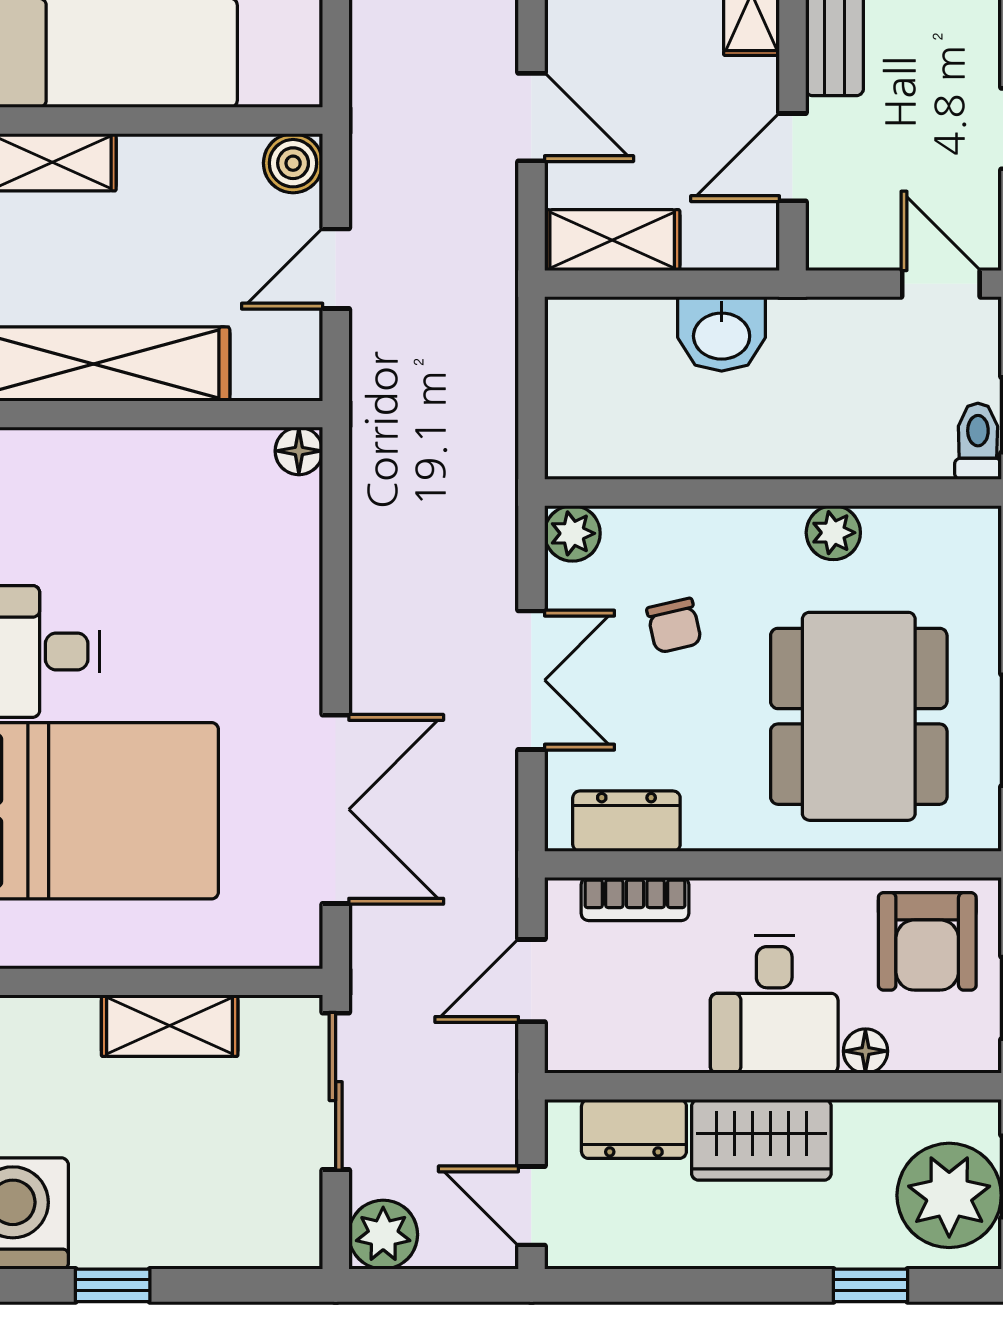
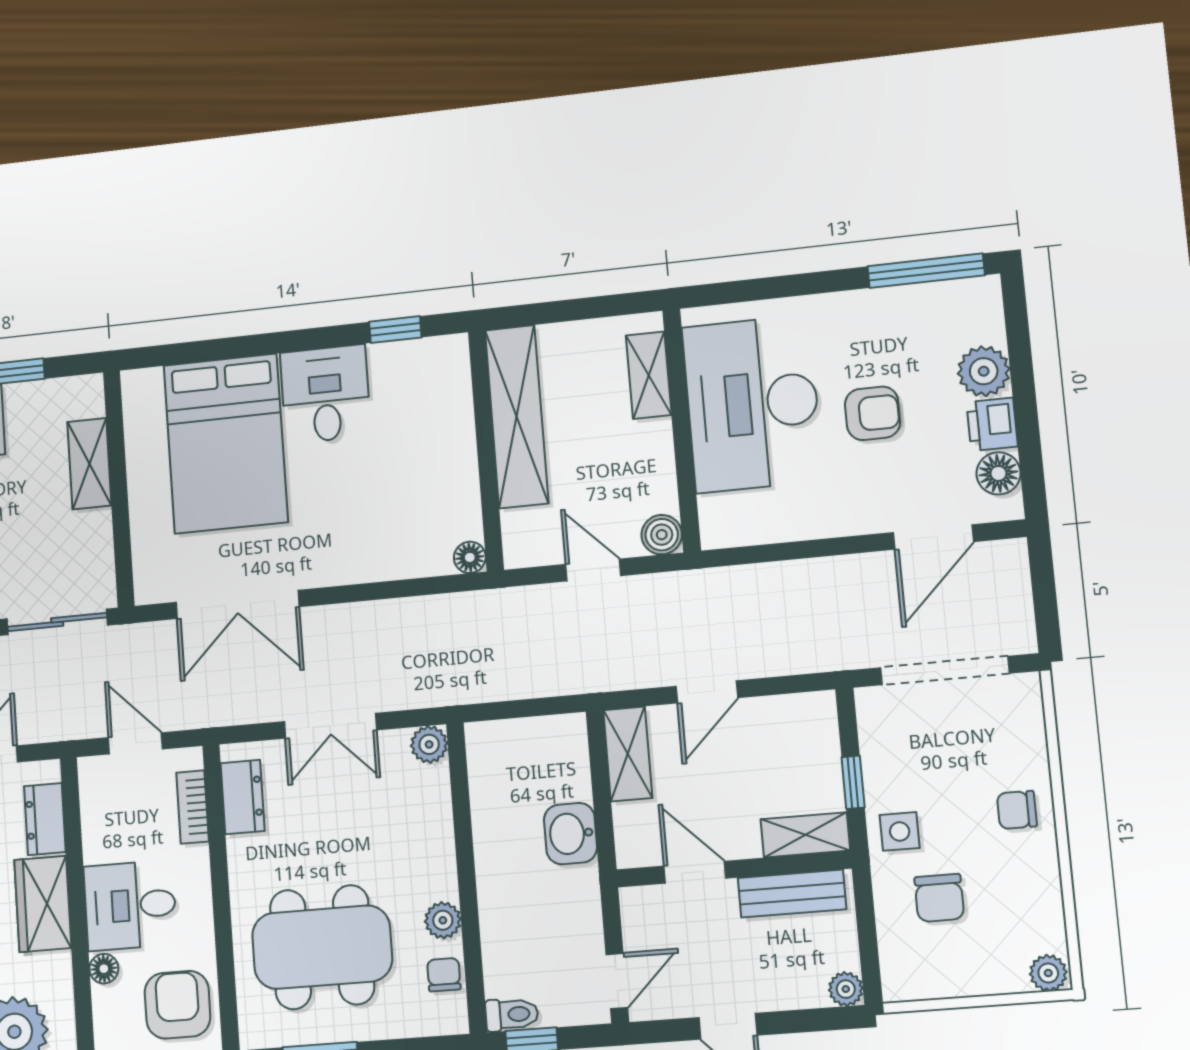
chair: (674, 626) -> (444, 975), moved, turned 103
armchair: (927, 941) -> (178, 1005), turned 90
shelving: (170, 1026) -> (89, 464), moved

